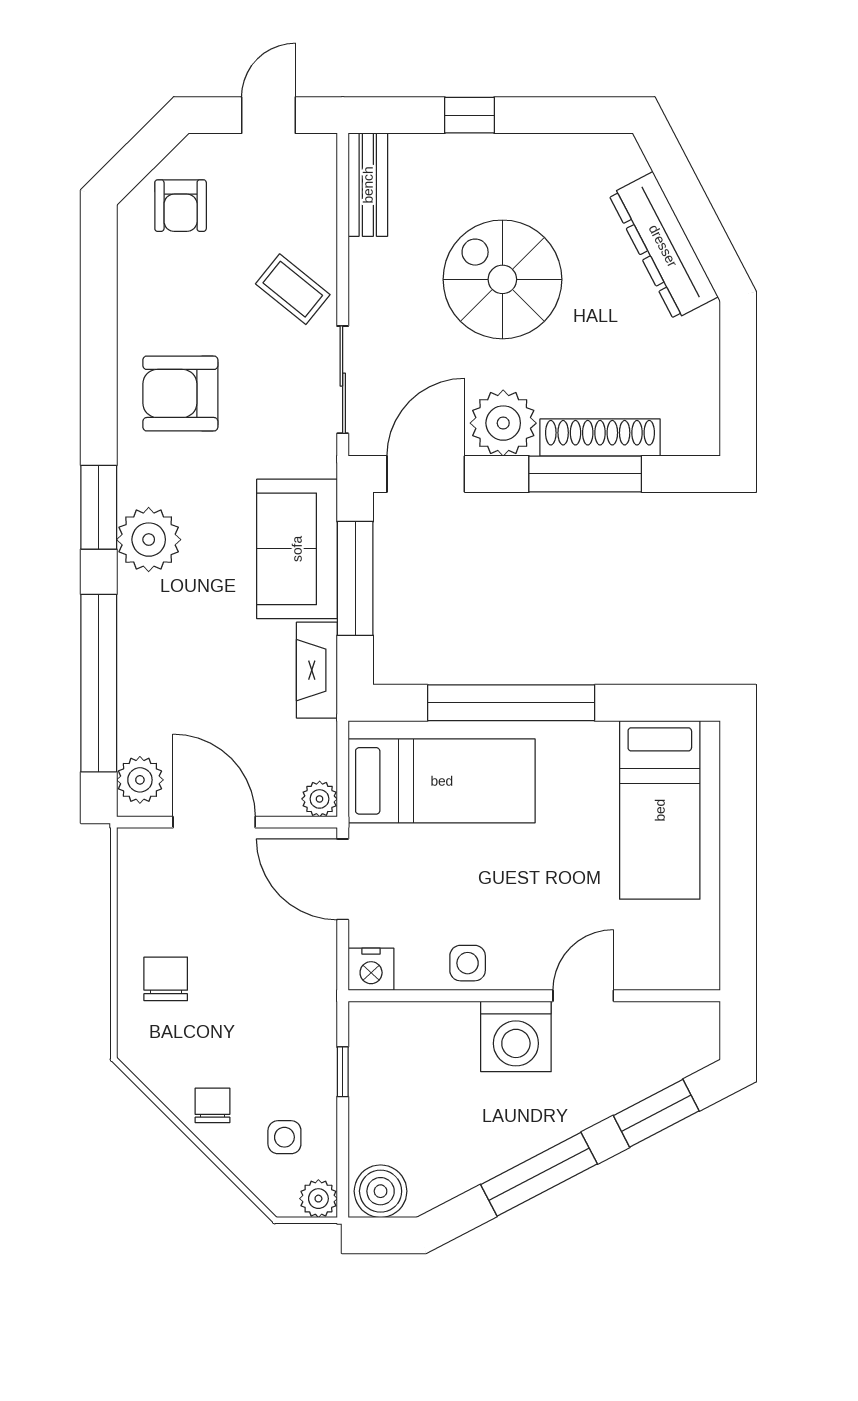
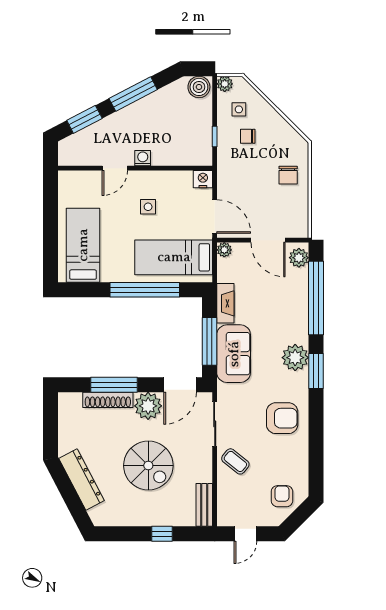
side table: (468, 963) -> (148, 207), moved
washing machine: (516, 1036) -> (143, 158), width x0.53, depth x0.53
chair: (212, 1105) -> (248, 136), moved, turned 90

